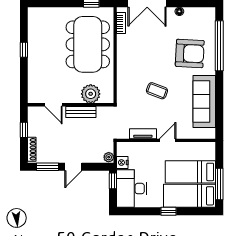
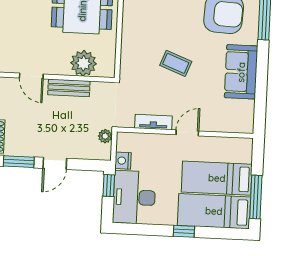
sofa: (204, 101) -> (241, 72), width x0.73
plant: (109, 157) -> (105, 136), moved

